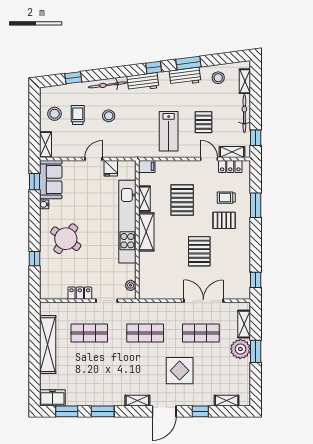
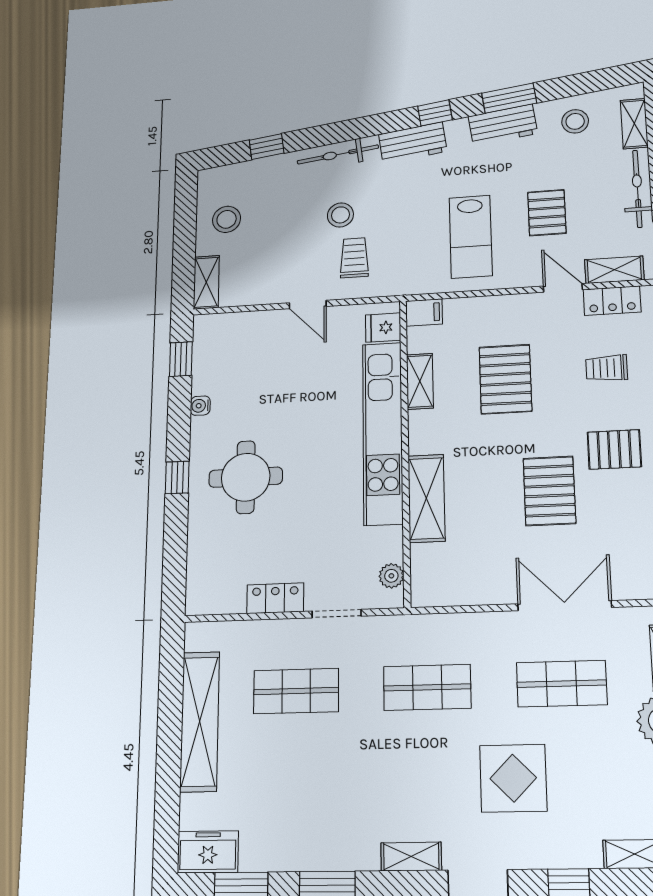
trolley: (78, 115) -> (354, 258), moved
door: (93, 159) -> (308, 305), swing flipped
fridge: (111, 168) -> (383, 328), moved, turned 90
sofa: (51, 180) -> (216, 353), removed
pallet: (224, 220) -> (614, 449), moved
shelving: (146, 232) -> (426, 498), moved
round table: (66, 239) -> (246, 477), turned -35
window: (34, 259) -> (177, 477), moved

